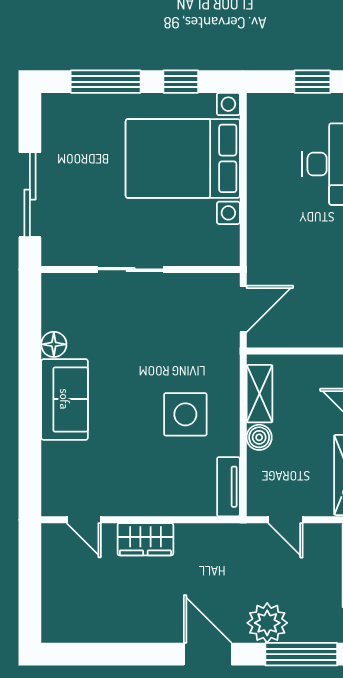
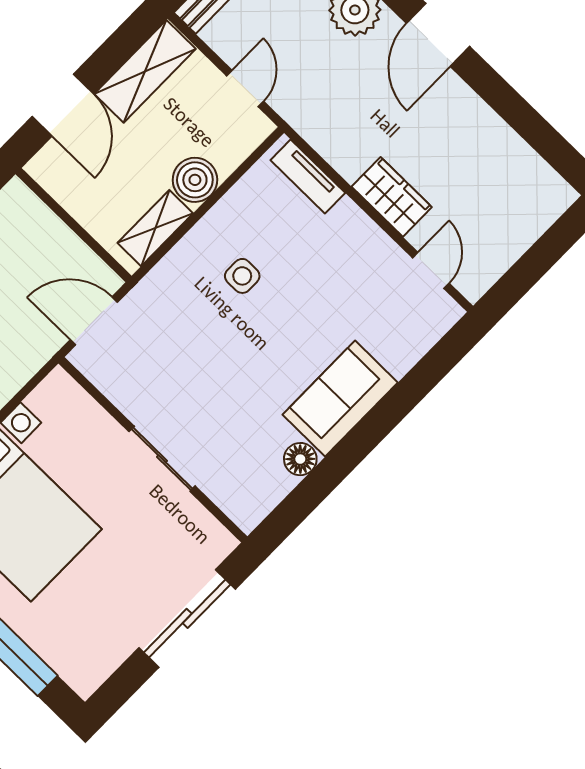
side table: (185, 414) -> (242, 276), width x0.54, depth x0.54
boiler: (259, 437) -> (195, 180), width x1.36, depth x1.36
tv unit: (228, 487) -> (308, 177), moved, turned 90

